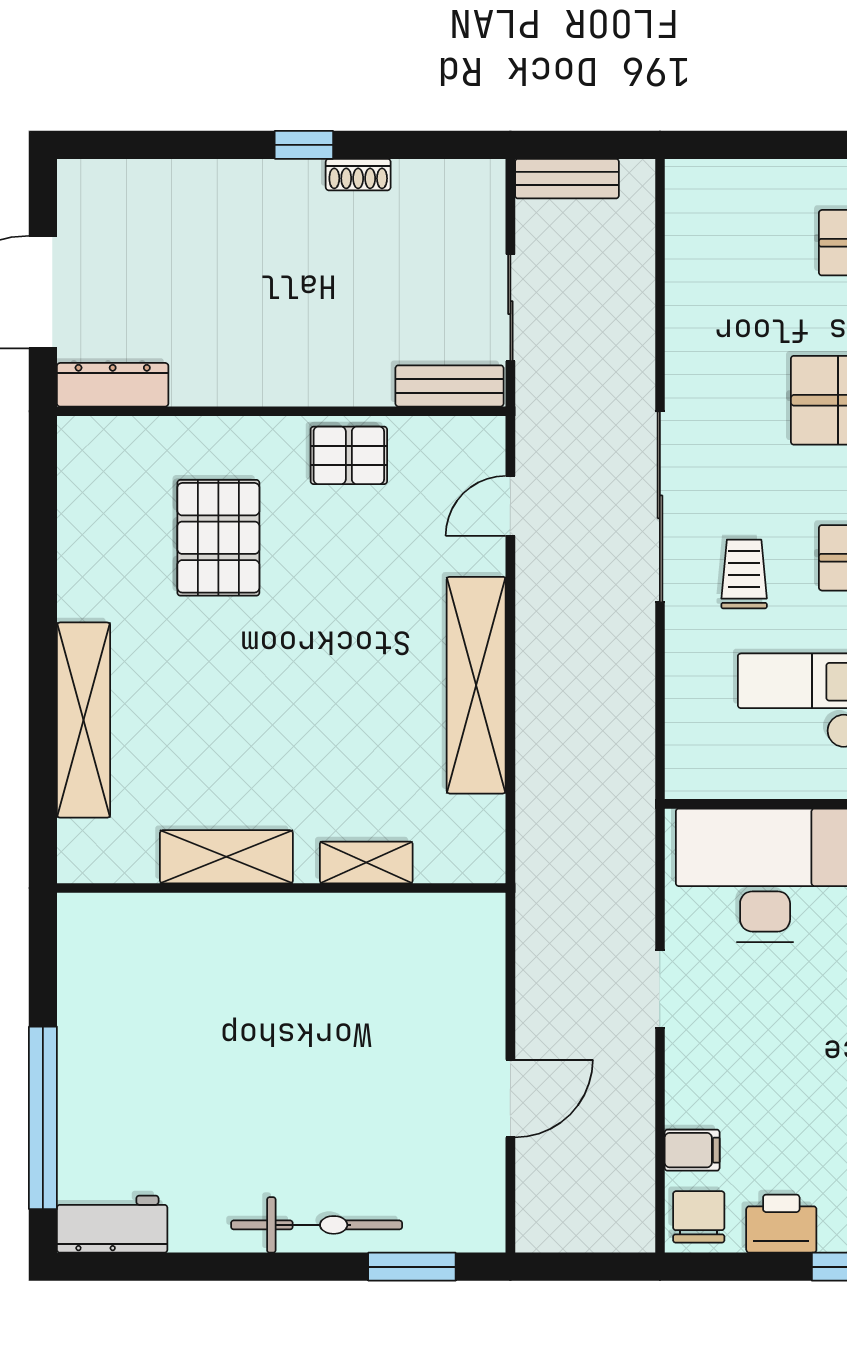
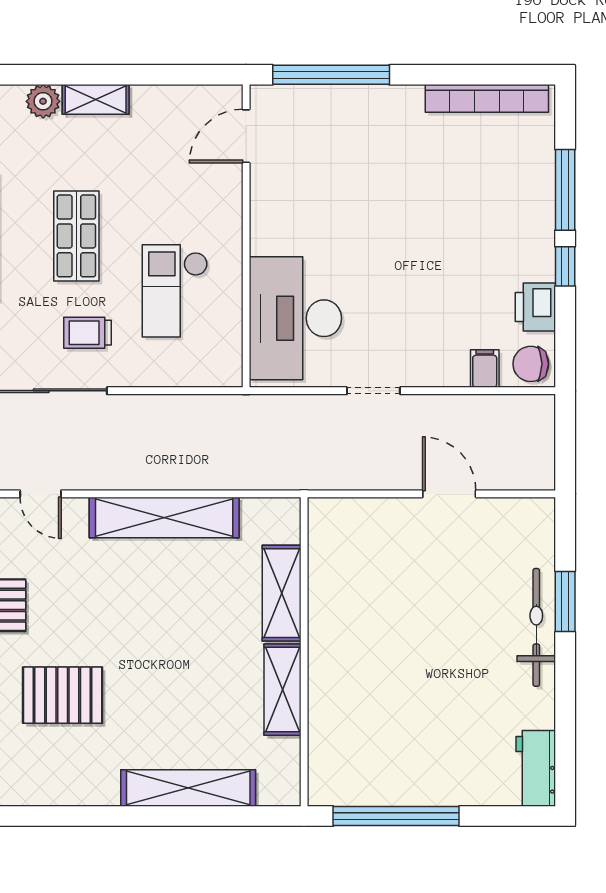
shelving: (366, 862) -> (282, 593), width x1.50, depth x1.33
window: (43, 1118) -> (396, 816), moved
window: (412, 1267) -> (565, 602), moved

